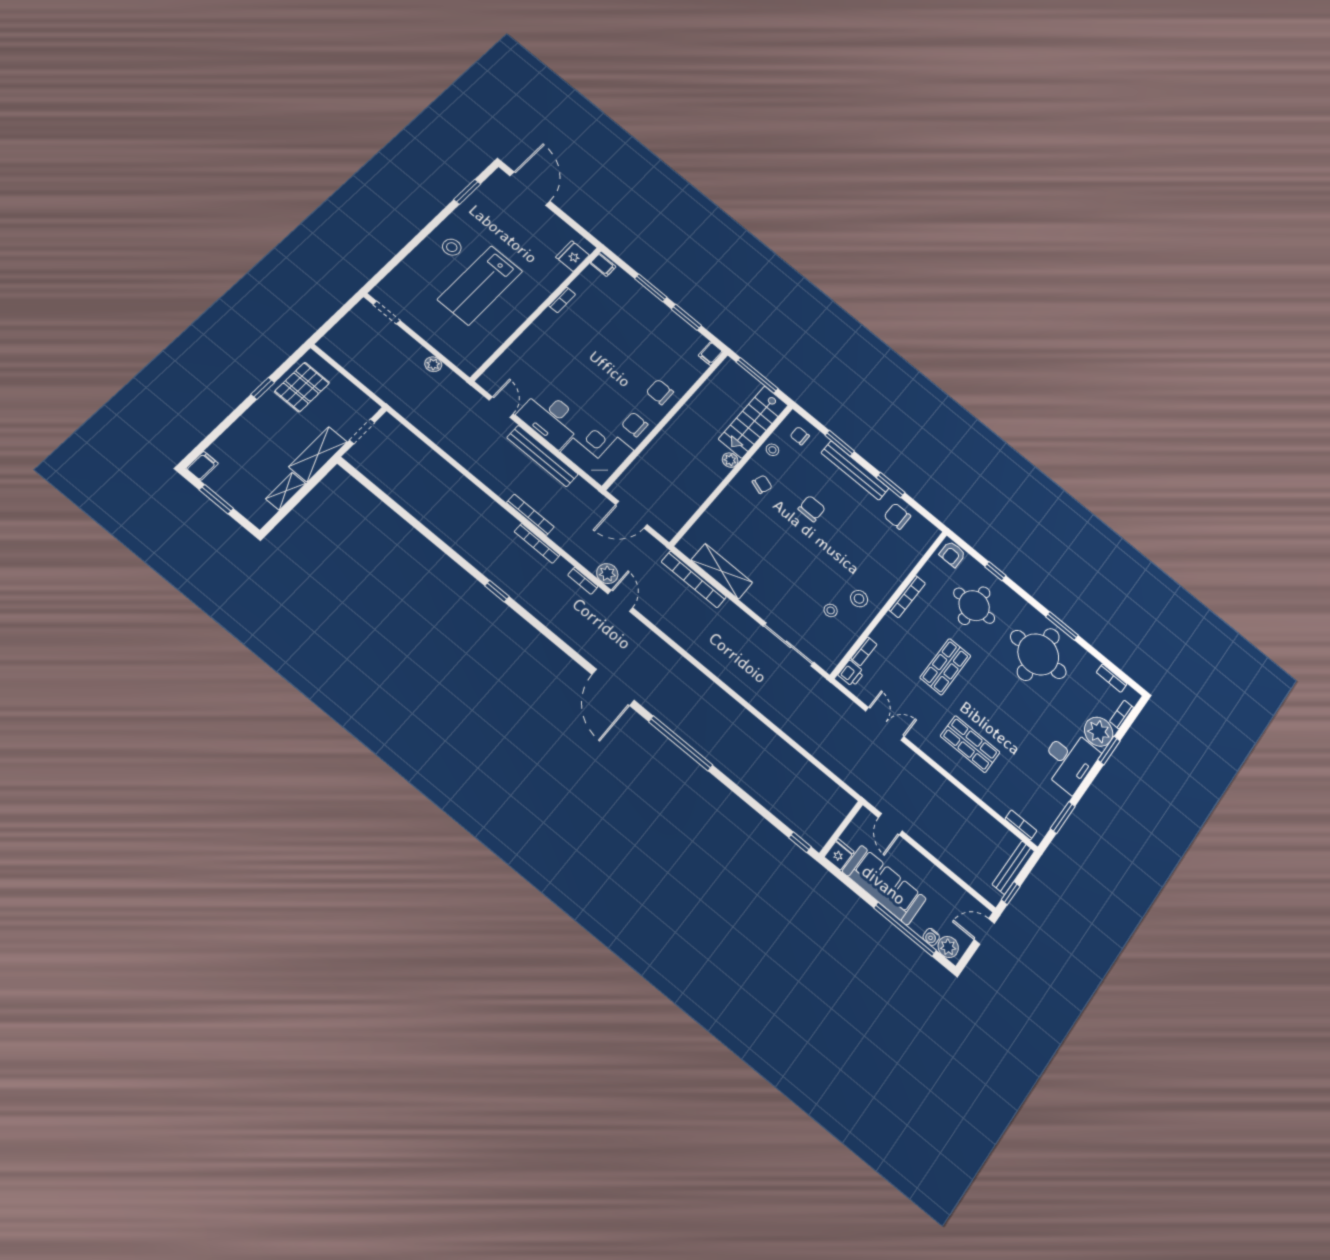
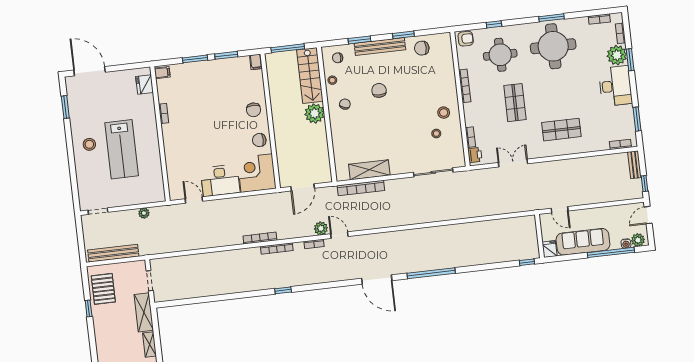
chair: (660, 392) -> (254, 110), turned -90
bench: (542, 456) -> (113, 253), moved
plant: (730, 460) -> (315, 113), width x1.87, depth x1.87
armchair: (952, 554) -> (466, 39), turned -90
bench: (1013, 868) -> (634, 165), width x0.73

